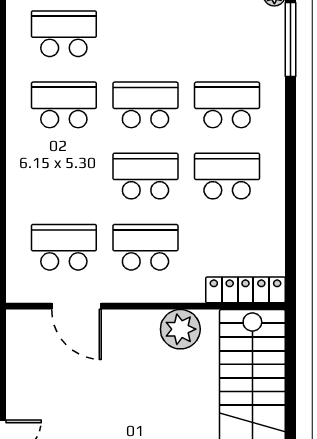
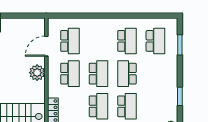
school desk: (145, 105) -> (127, 74), turned 180
plant: (180, 329) -> (37, 73), moved

